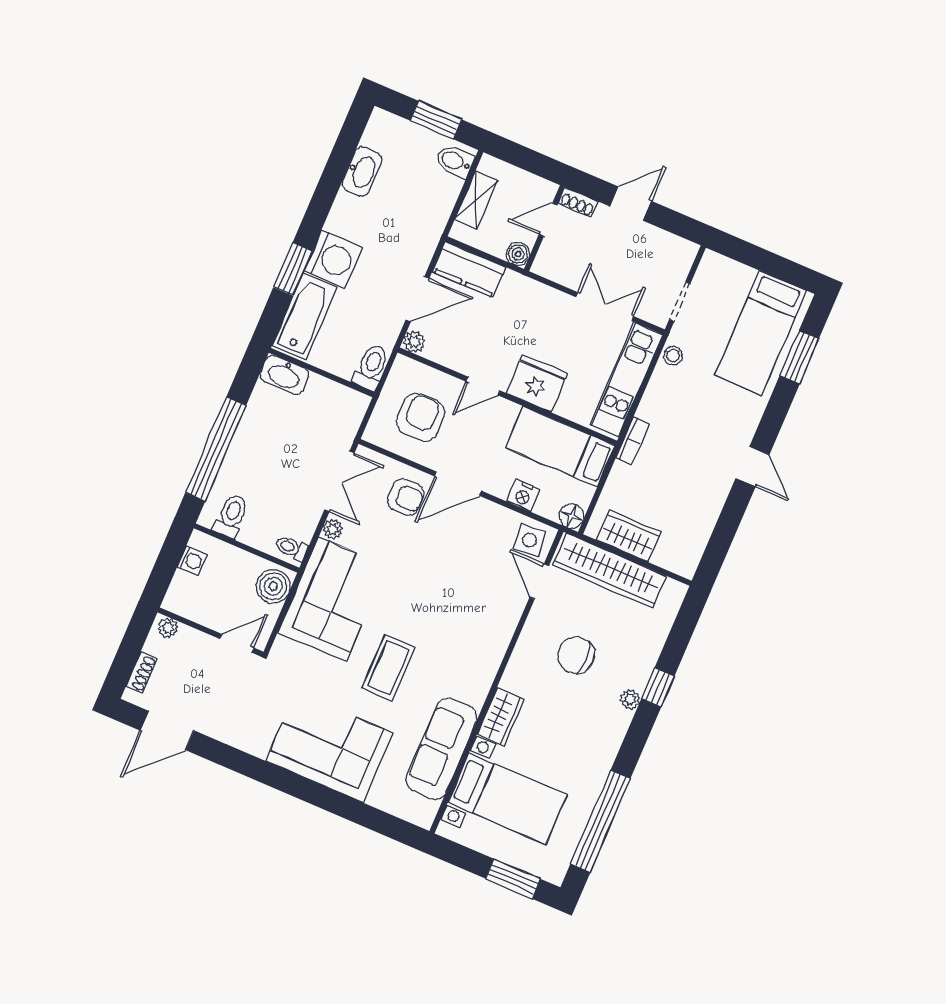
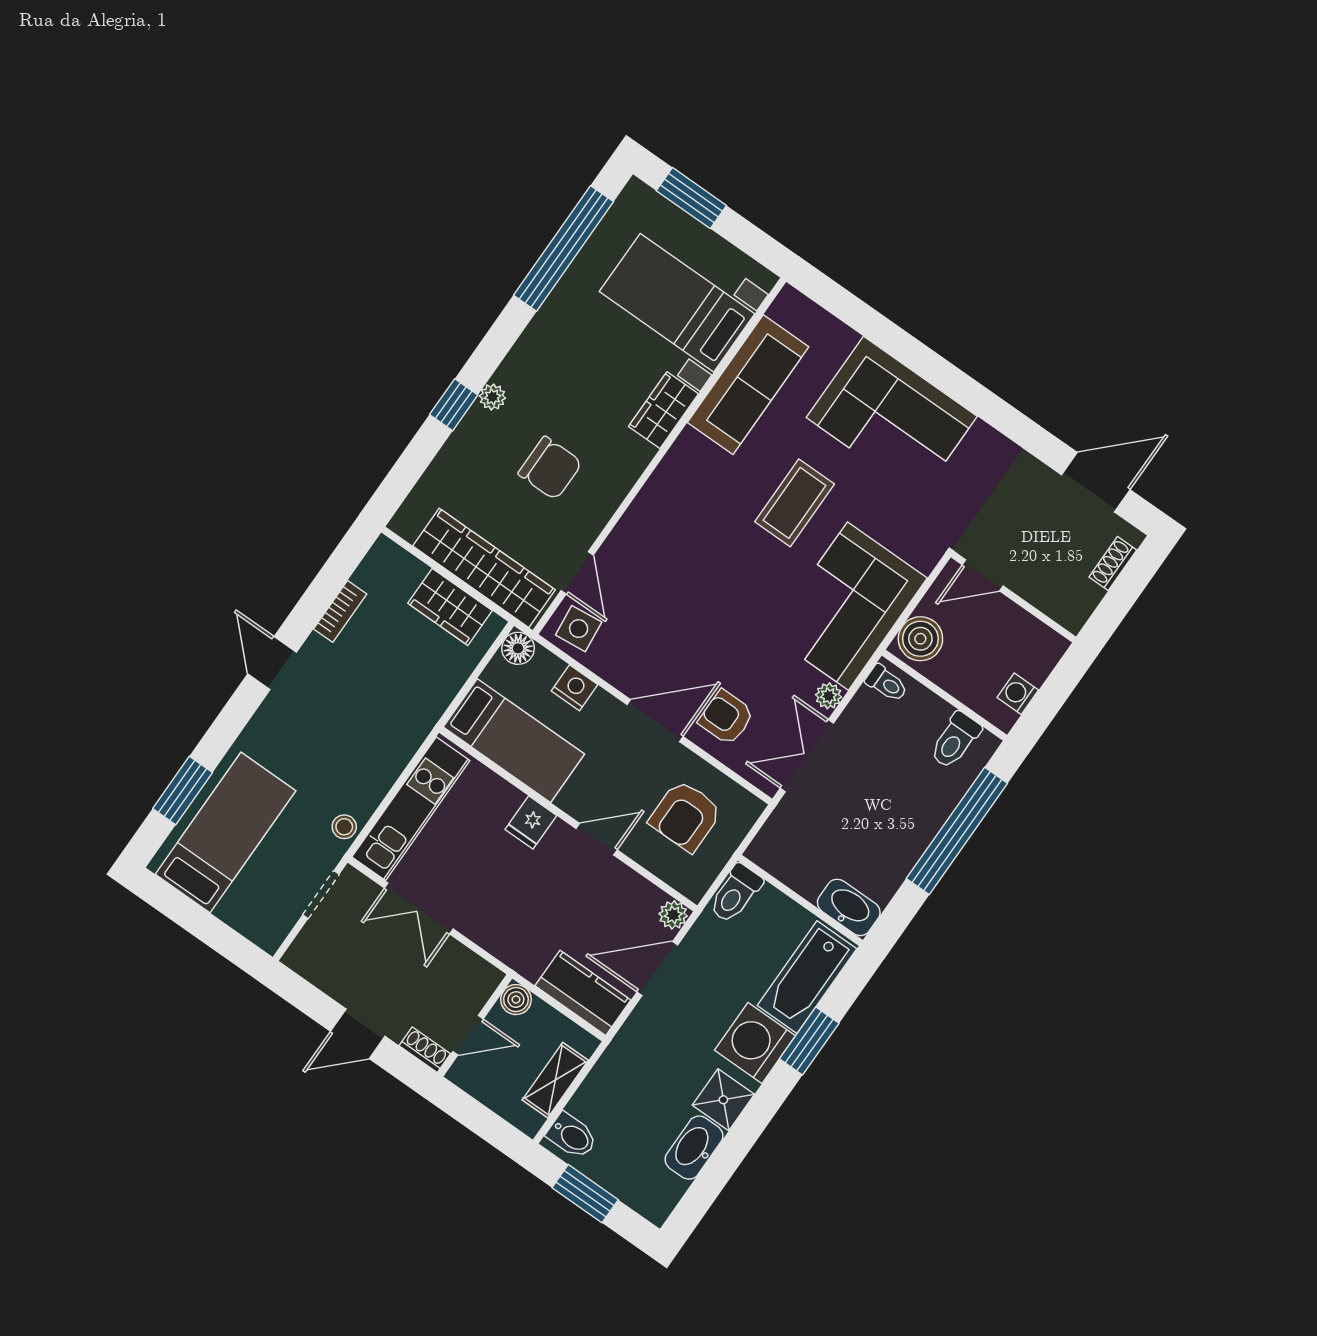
shower: (348, 212) -> (723, 1100), added
fridge: (537, 383) -> (531, 822), width x0.53, depth x0.75
bookcase: (633, 441) -> (340, 611), moved, turned 180
plant: (168, 628) -> (1067, 614), removed

